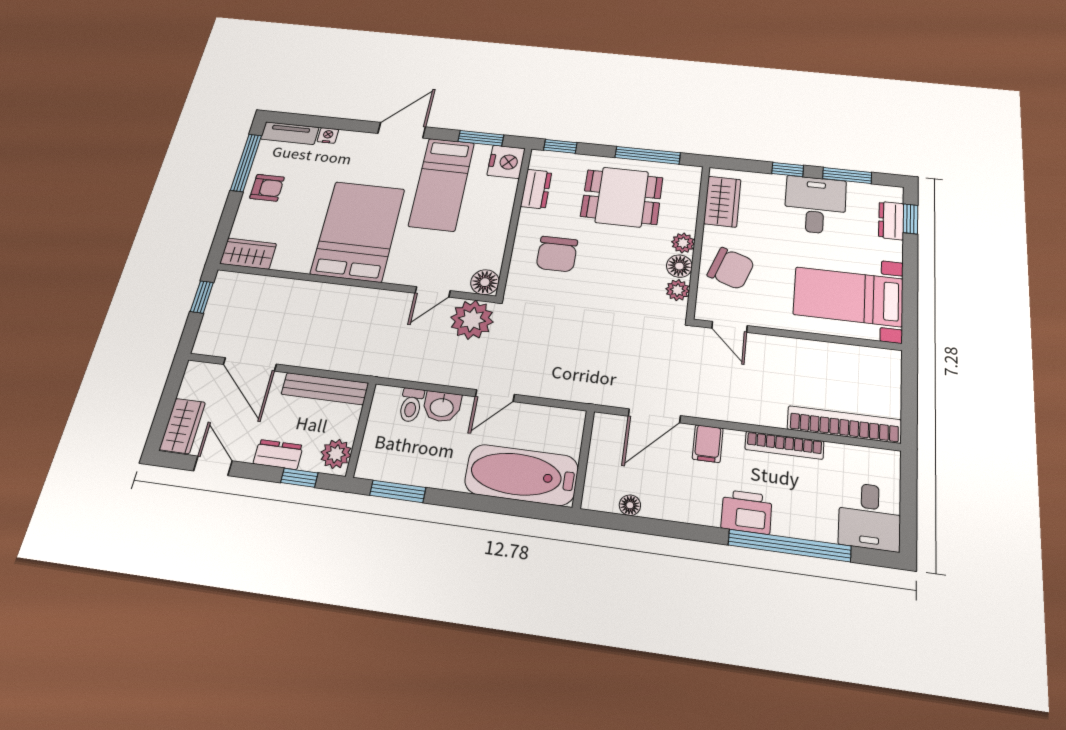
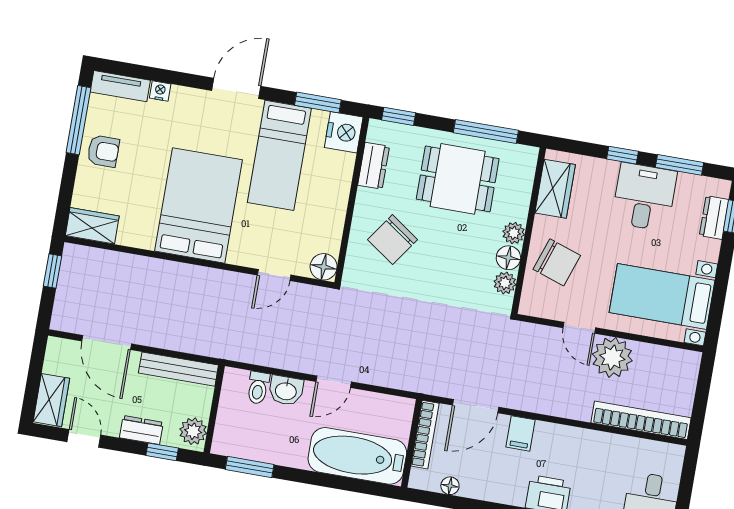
chair: (557, 254) -> (393, 240), turned 35
plant: (472, 320) -> (612, 357), moved
door: (729, 327) -> (579, 328), moved
bookcase: (784, 445) -> (425, 435), moved, turned -90

